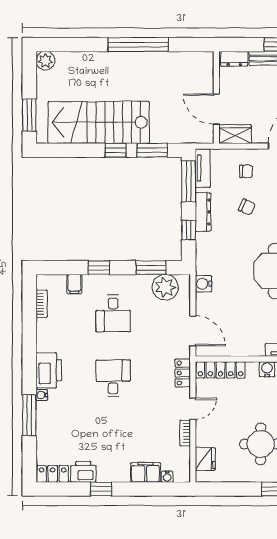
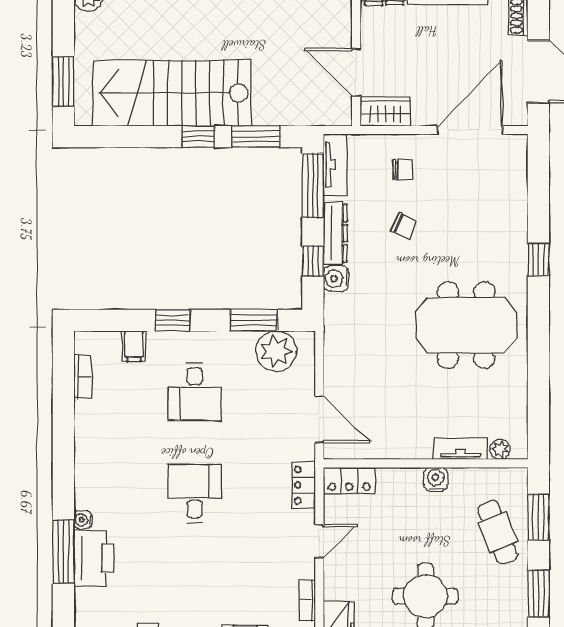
water cooler: (203, 284) -> (336, 279), moved
printer: (49, 370) -> (94, 558), moved
locker: (220, 370) -> (349, 480), width x0.66
bookcase: (185, 433) -> (307, 600), moved

